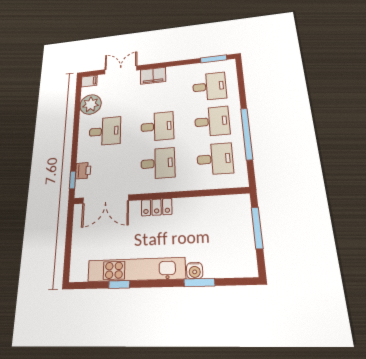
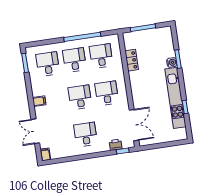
filing cabinet: (153, 76) -> (39, 101), width x0.50
plant: (91, 104) -> (65, 149), removed
locker: (157, 207) -> (132, 60), moved

